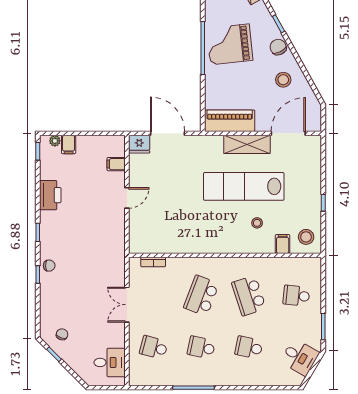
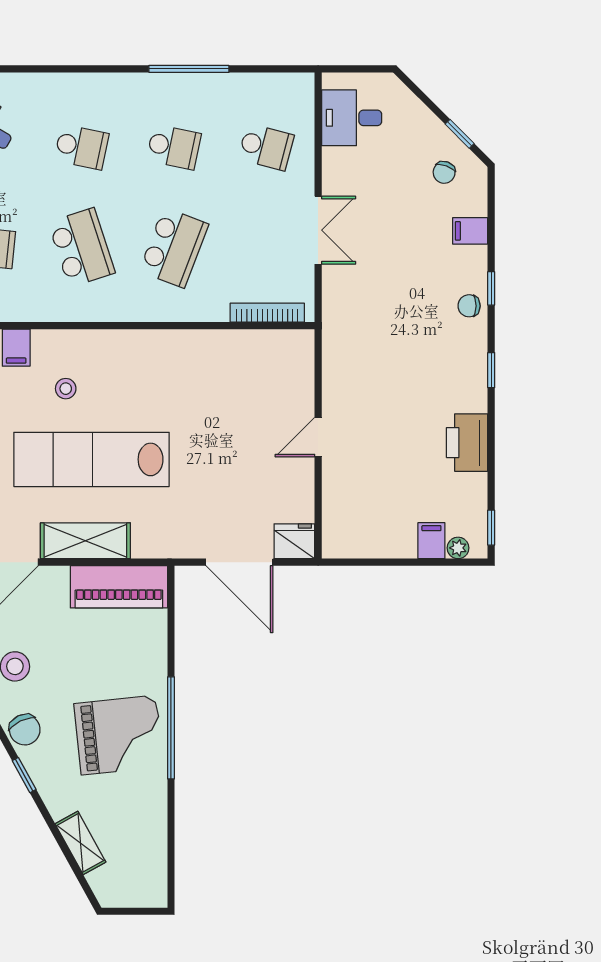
filing cabinet: (116, 164) -> (470, 231), moved, turned 180
lab bench: (244, 186) -> (92, 459), turned 180
bookcase: (153, 262) -> (267, 313), width x1.56

